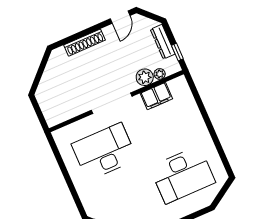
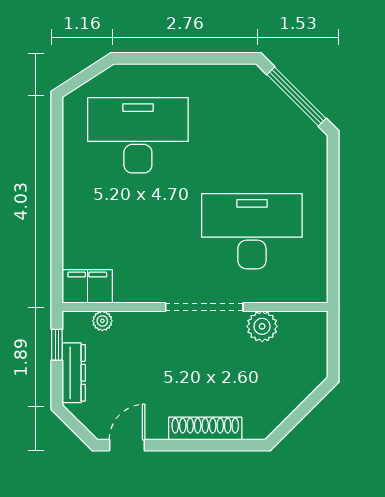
plant: (145, 77) -> (262, 326), moved
filing cabinet: (156, 96) -> (87, 286), moved
desk: (104, 152) -> (252, 231), turned 180

